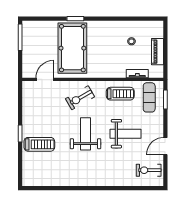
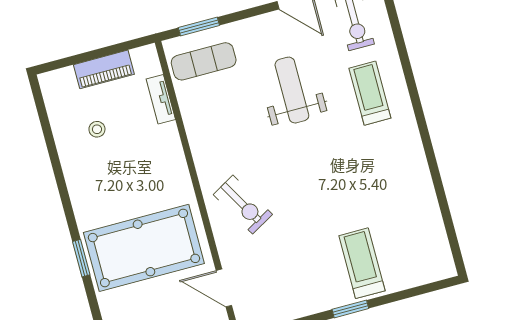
treadmill: (120, 94) -> (370, 93), moved
weight bench: (85, 134) -> (315, 173), removed

